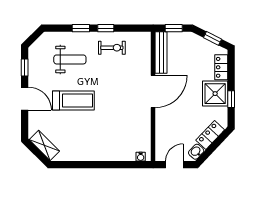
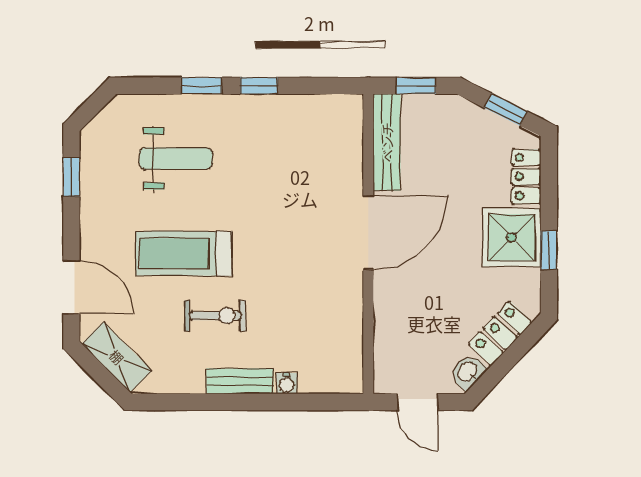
exercise bike: (112, 48) -> (215, 316), moved
door: (25, 99) -> (71, 287), moved
treadmill: (73, 101) -> (184, 253), turned 180
bench: (98, 156) -> (240, 381), added
water cooler: (141, 157) -> (286, 383), moved
door: (174, 165) -> (418, 402), swing flipped

